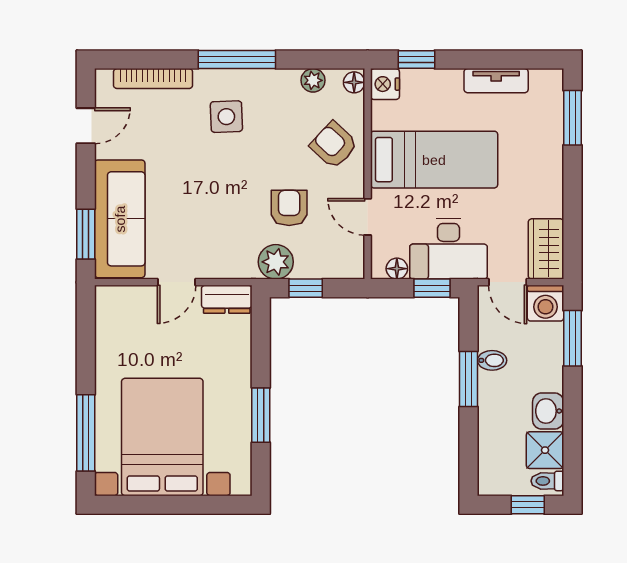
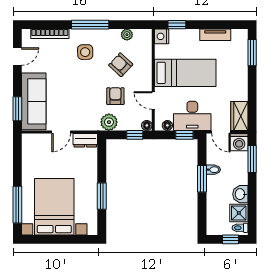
floor lamp: (354, 82) -> (147, 125), moved
armchair: (334, 145) -> (121, 65), moved
window: (306, 288) -> (135, 135), moved

